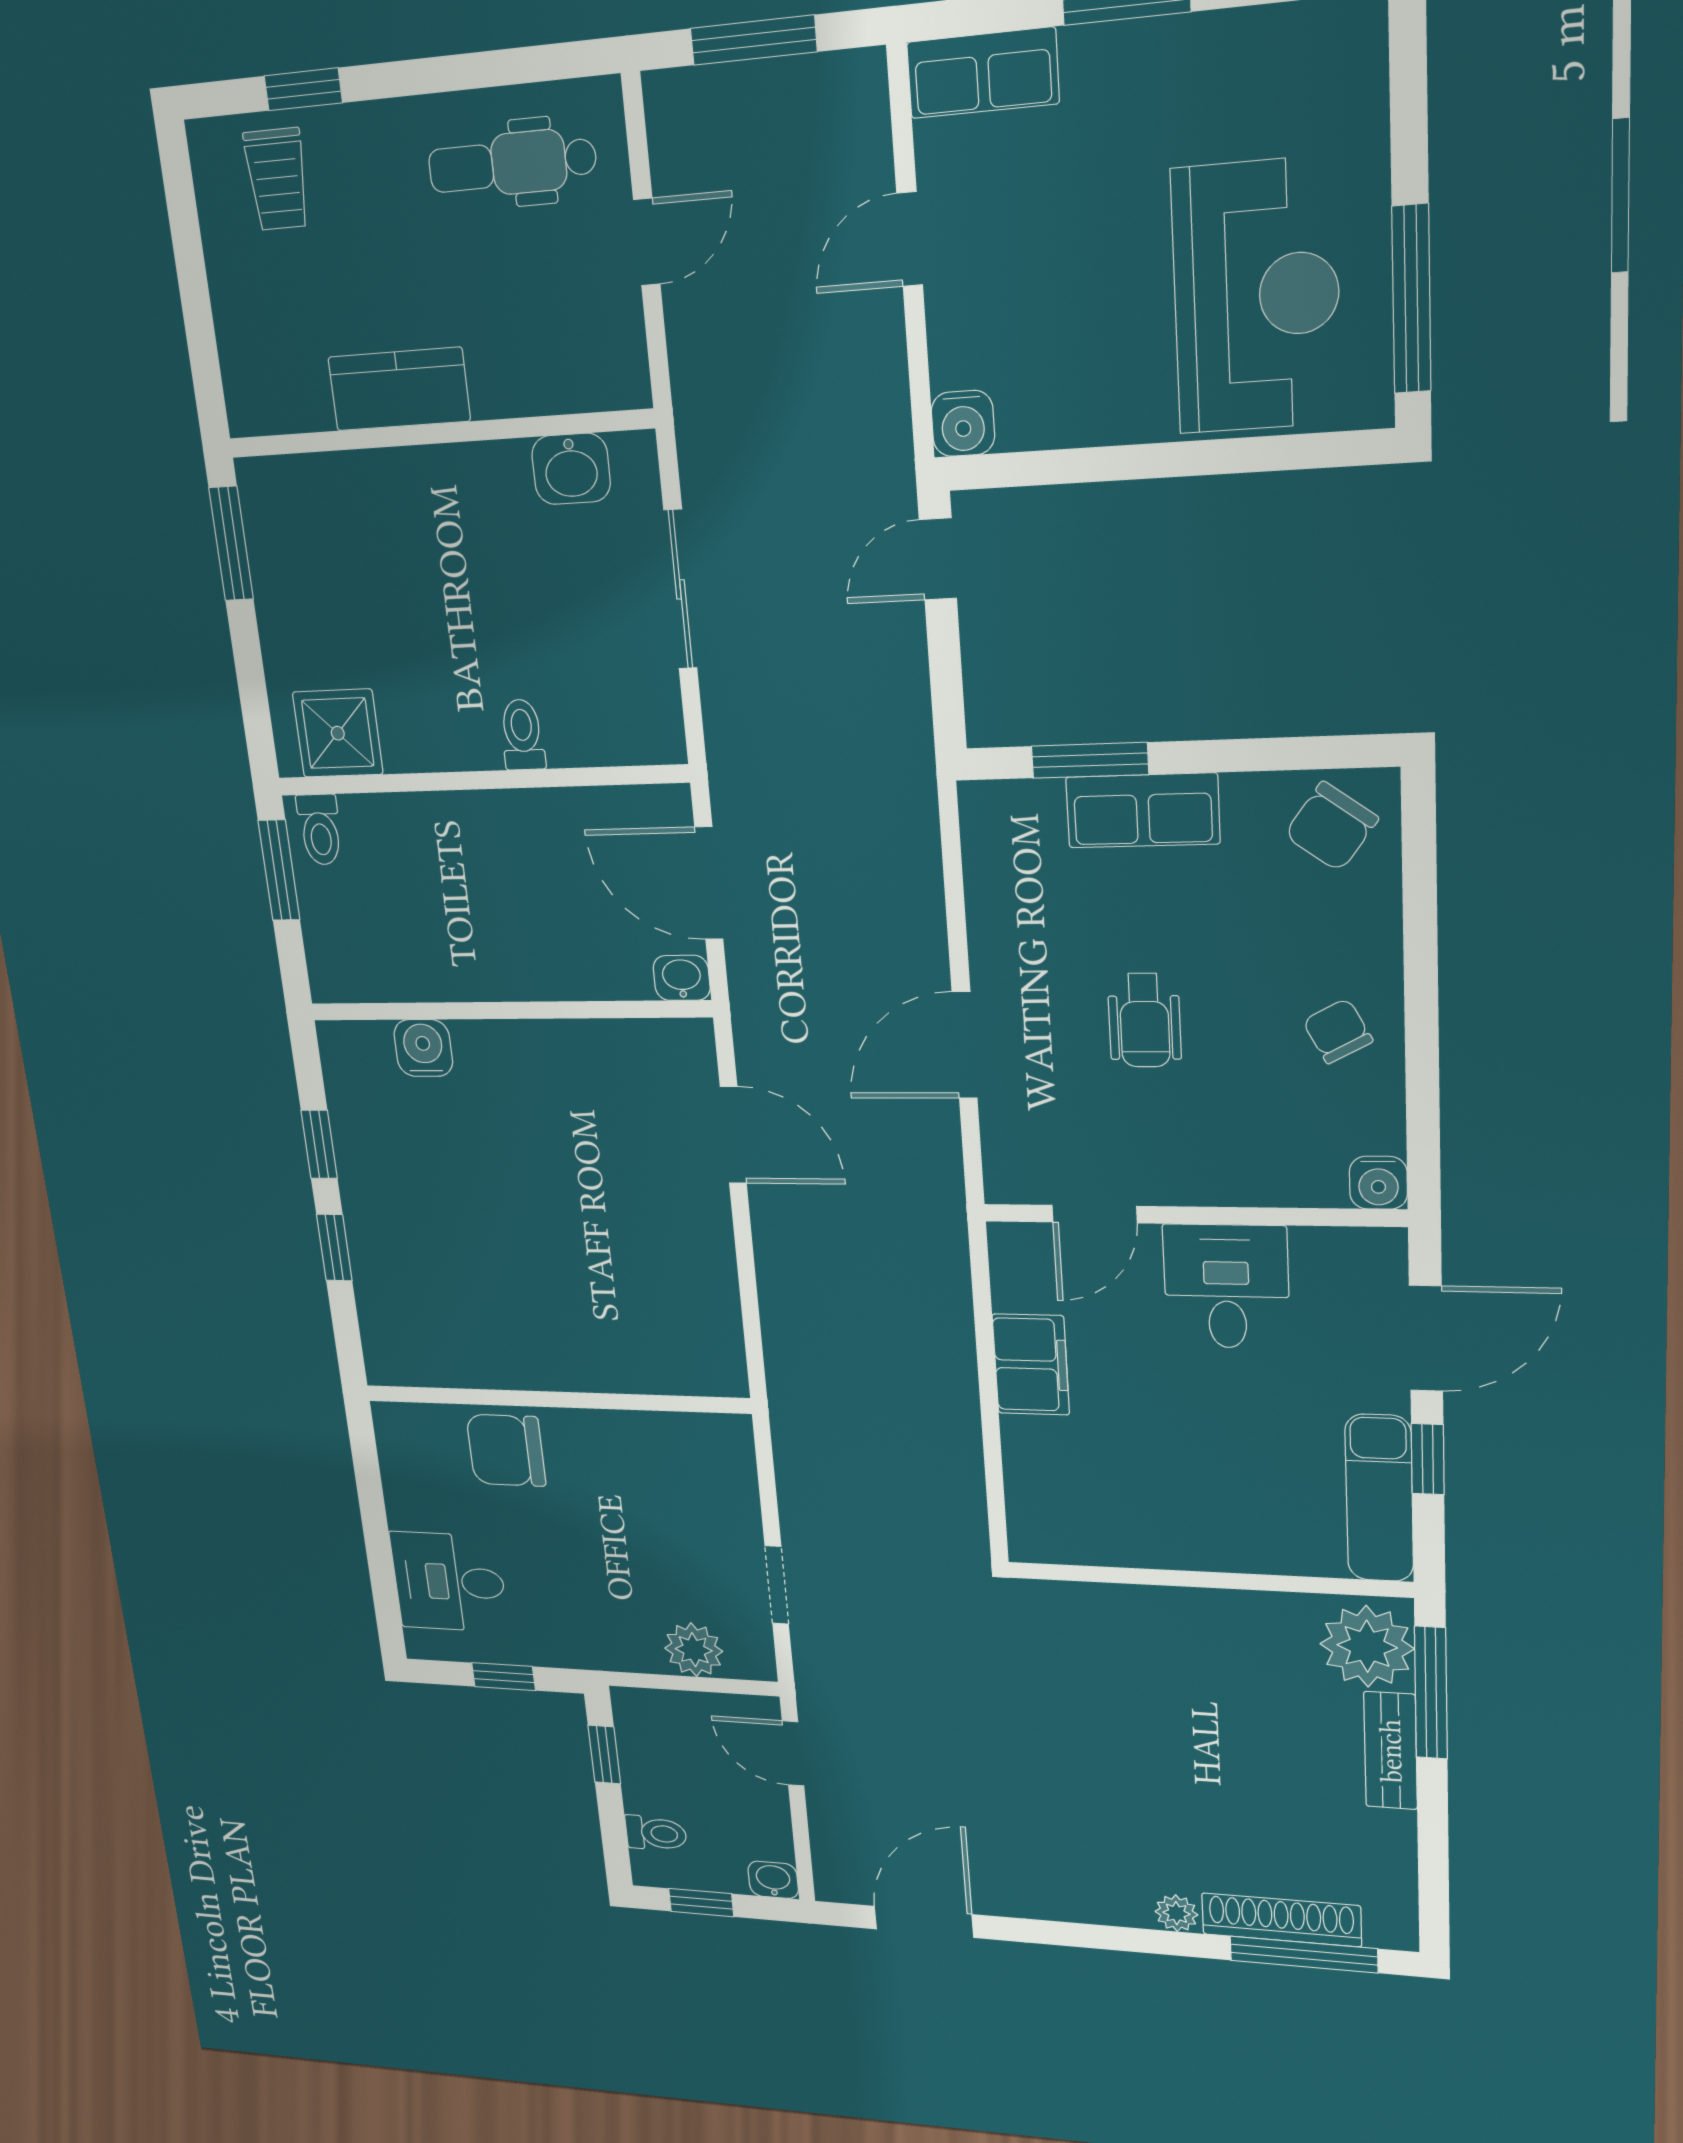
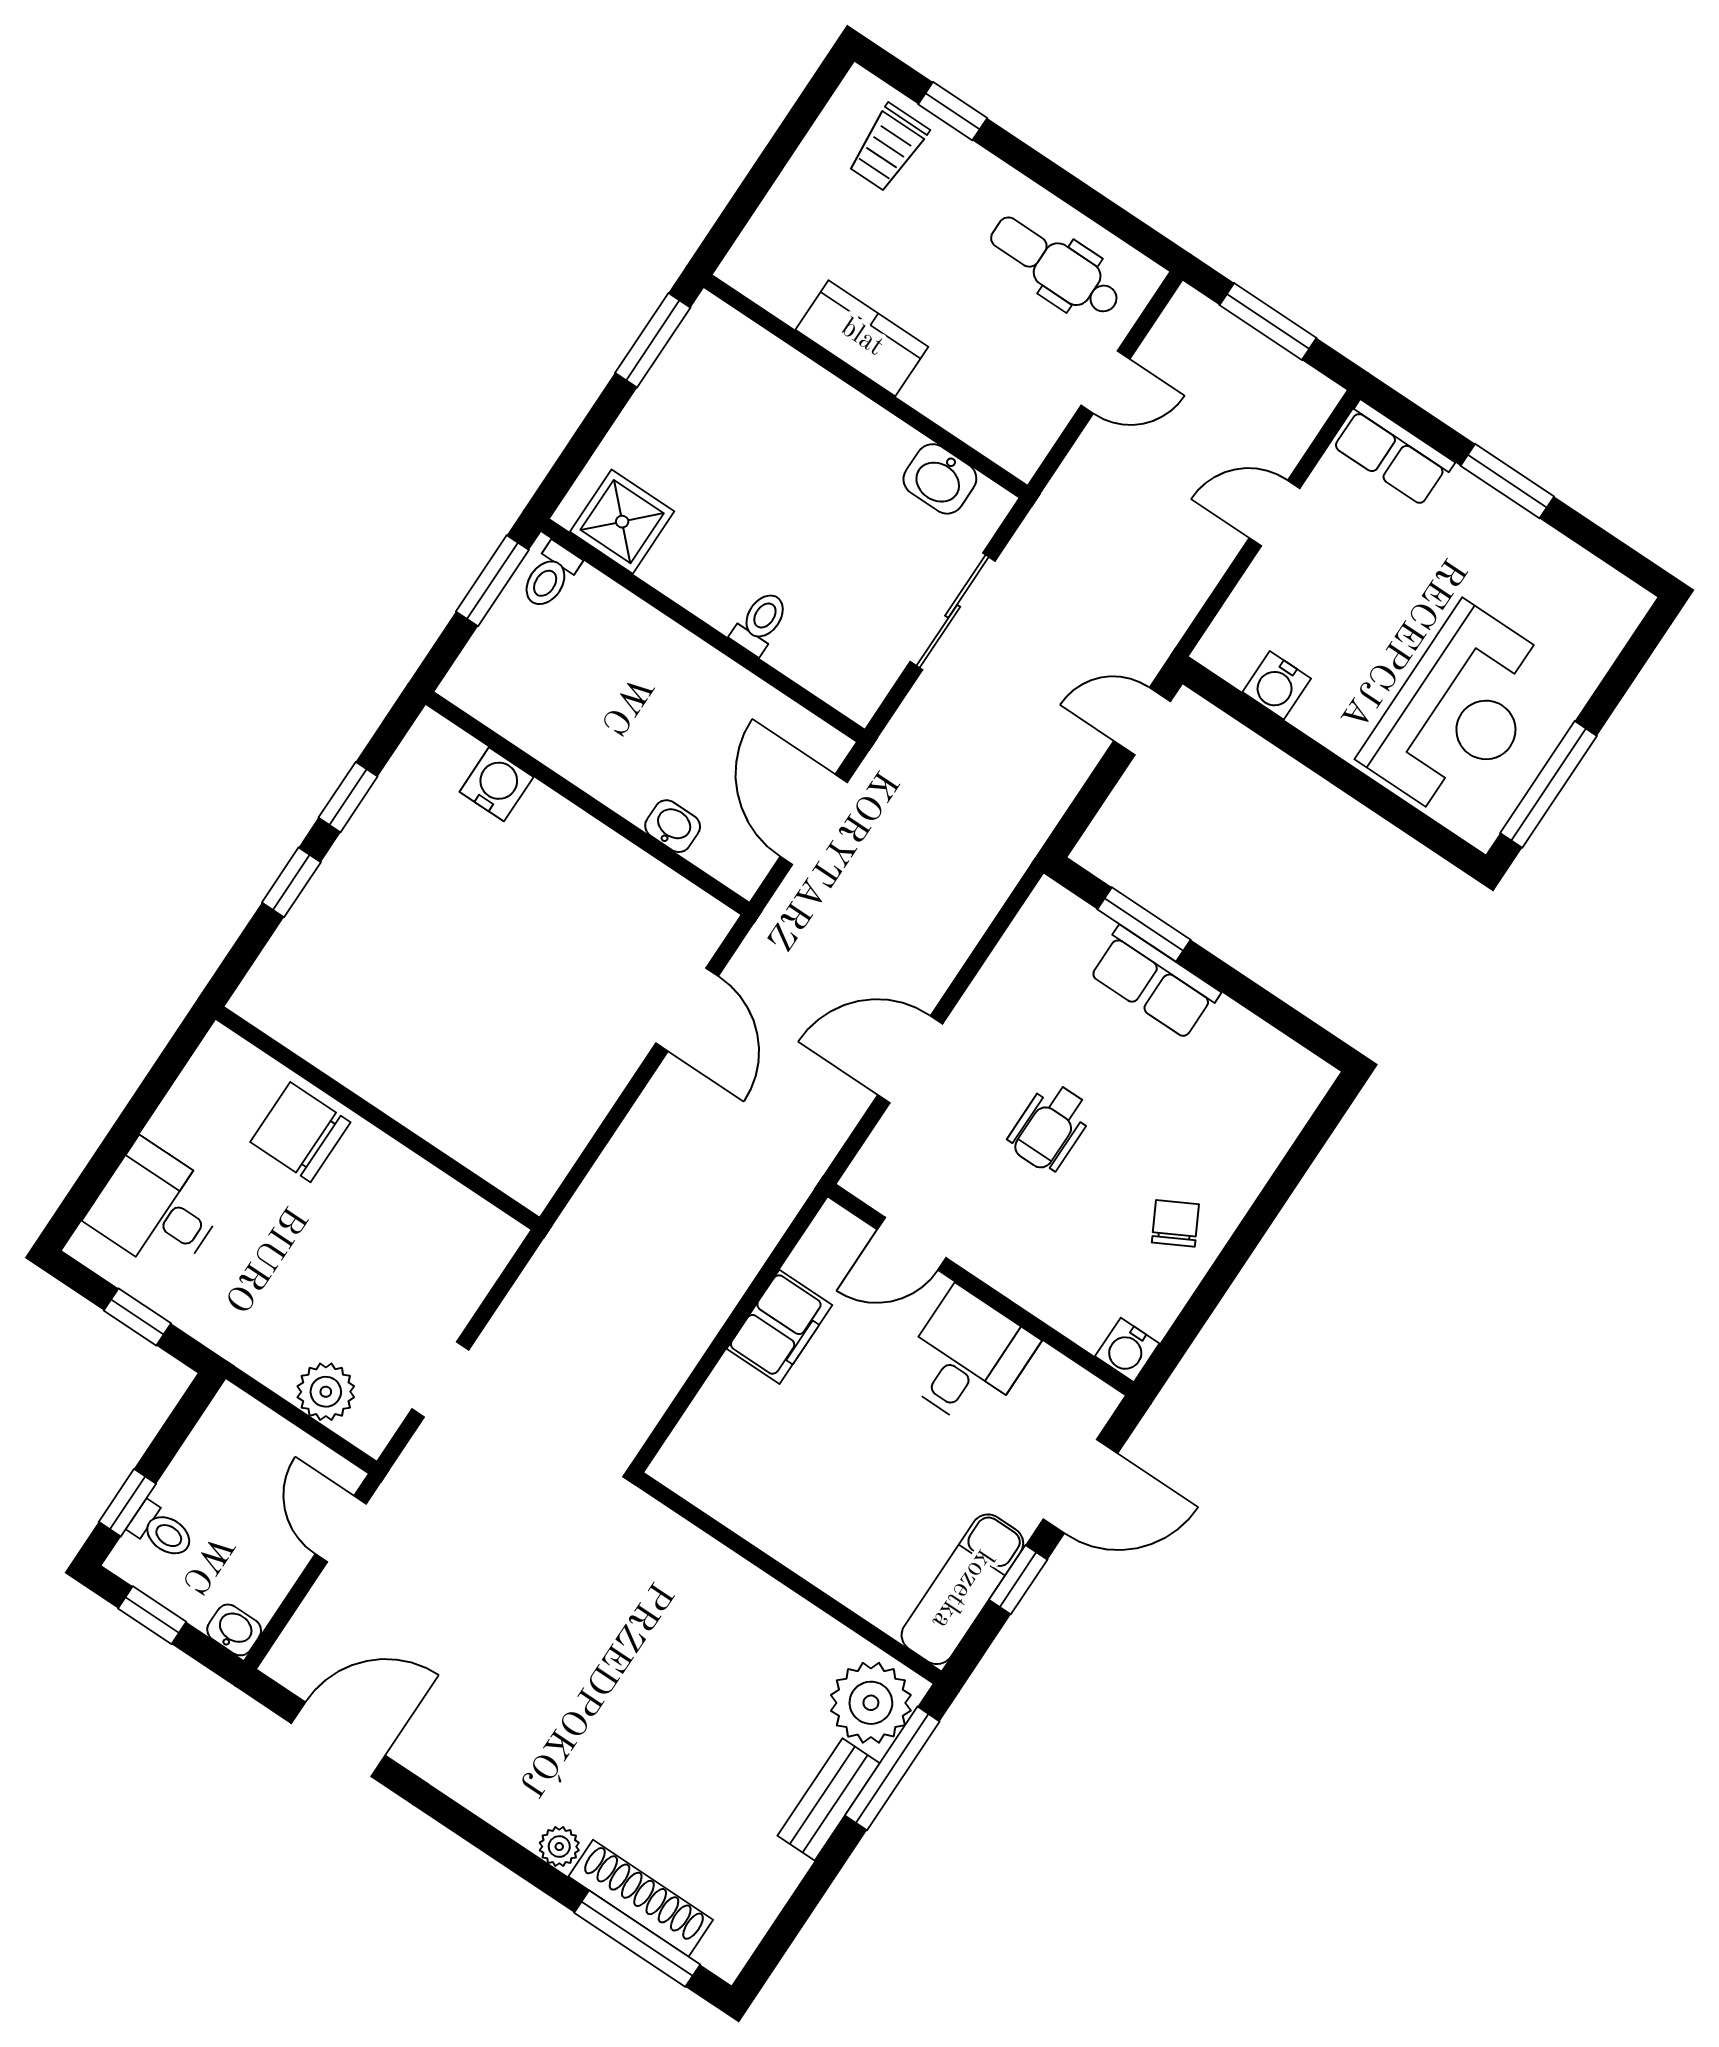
water cooler: (963, 423) -> (1277, 685), moved
chair: (1331, 827) -> (1269, 1080), removed
washbasin: (682, 978) -> (673, 826), moved
window: (604, 1755) -> (127, 1503), moved

